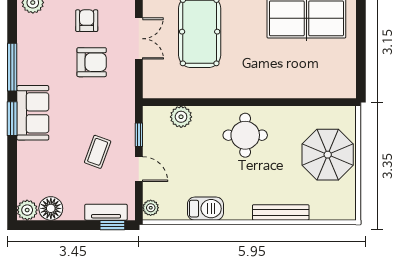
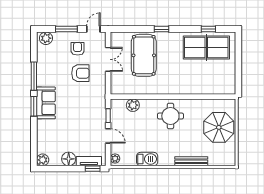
coffee table: (98, 152) -> (84, 126), removed
floor lamp: (51, 208) -> (69, 159), moved

